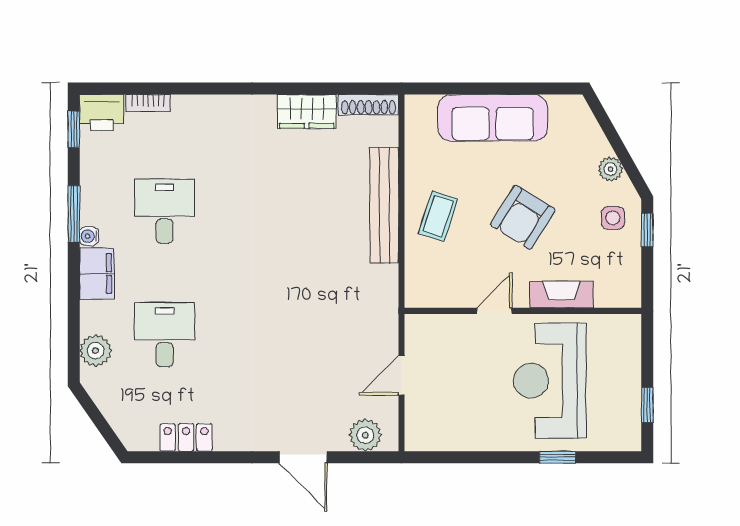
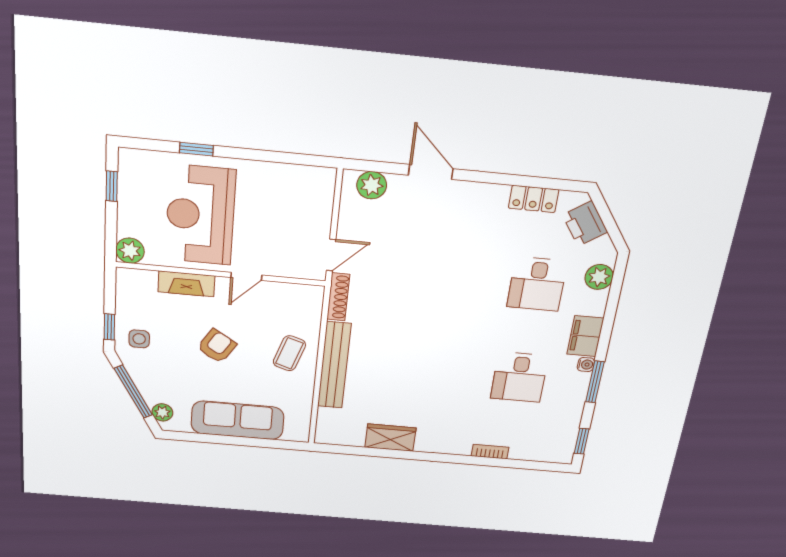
bookcase: (148, 103) -> (490, 452), moved
shoe rack: (369, 105) -> (338, 297), moved, turned 90
printer: (102, 113) -> (585, 224), moved, turned -125
window: (618, 146) -> (133, 392), added
plant: (610, 169) -> (162, 412), moved
armchair: (523, 217) -> (217, 346), width x0.72, depth x0.72
plant: (626, 330) -> (130, 251), added
door: (402, 375) -> (331, 255), moved
reception desk: (550, 381) -> (200, 215), turned 180

